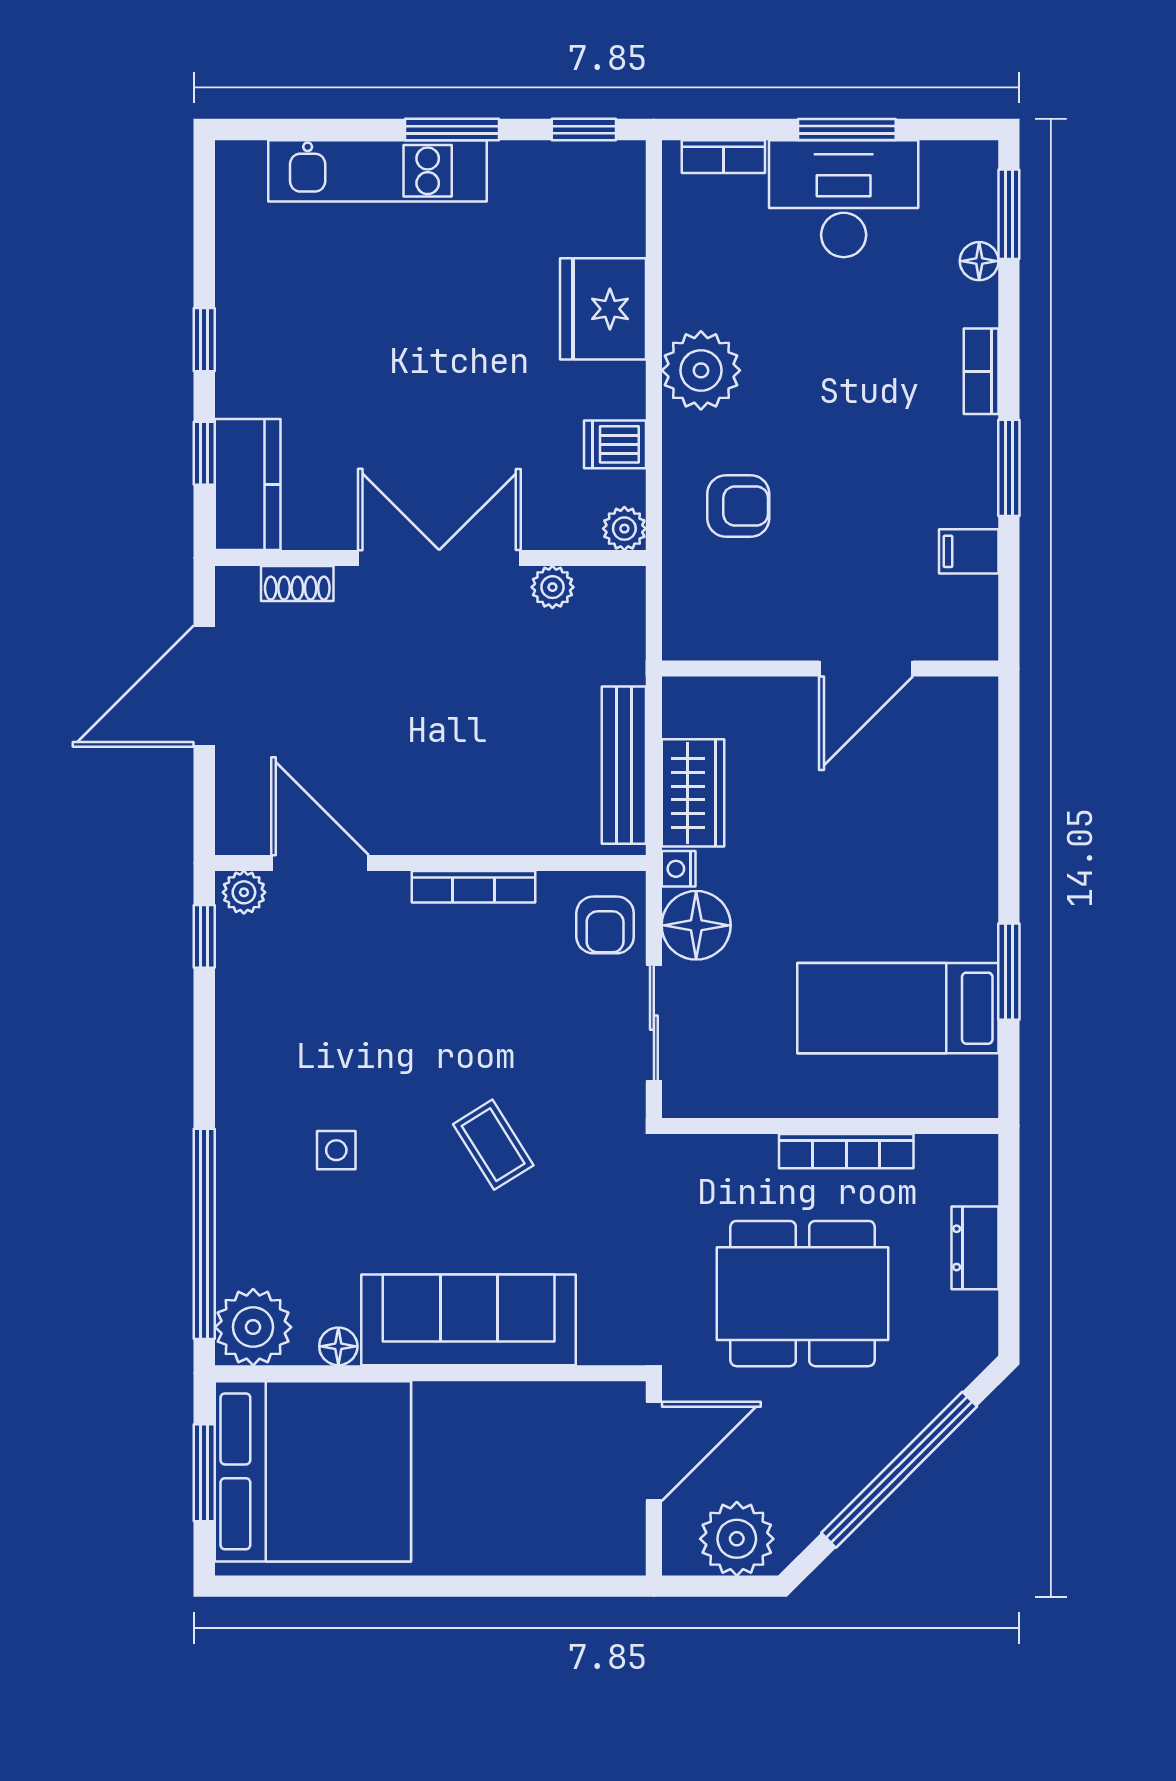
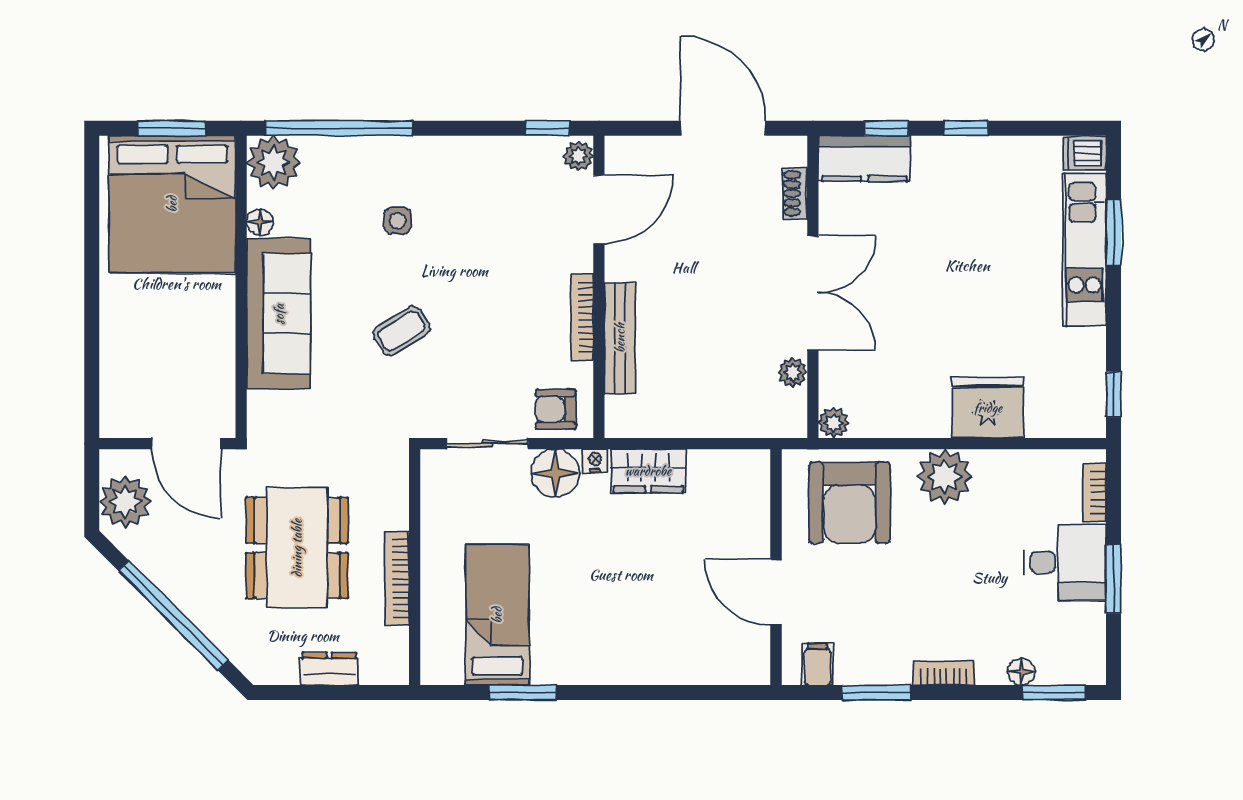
window: (452, 130) -> (1114, 233), moved
desk: (844, 199) -> (1065, 562), width x0.73
dishwasher: (615, 444) -> (1084, 153), moved, turned -90
armchair: (738, 506) -> (849, 503), width x1.88, depth x1.88
wall: (830, 669) -> (776, 567), moved
door: (866, 669) -> (776, 592), moved
bench: (624, 765) -> (620, 338), moved, turned 90

